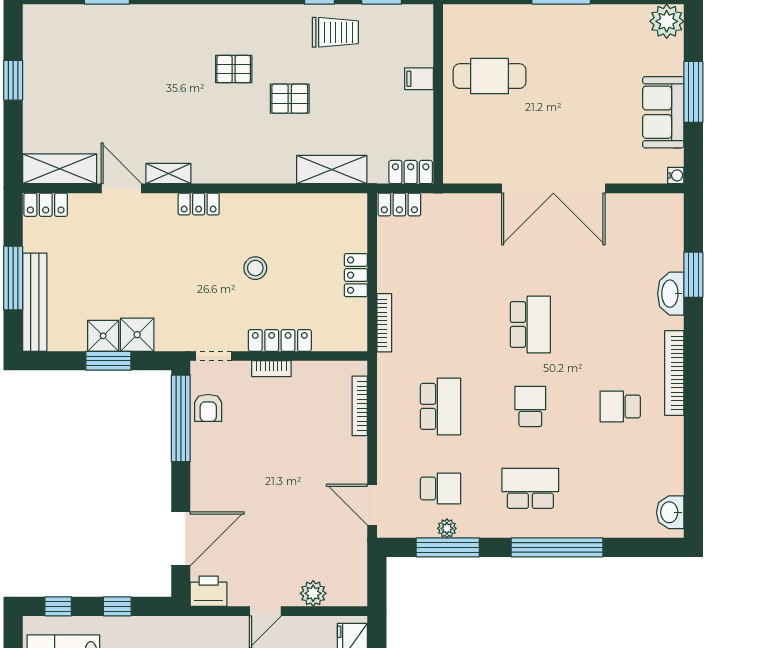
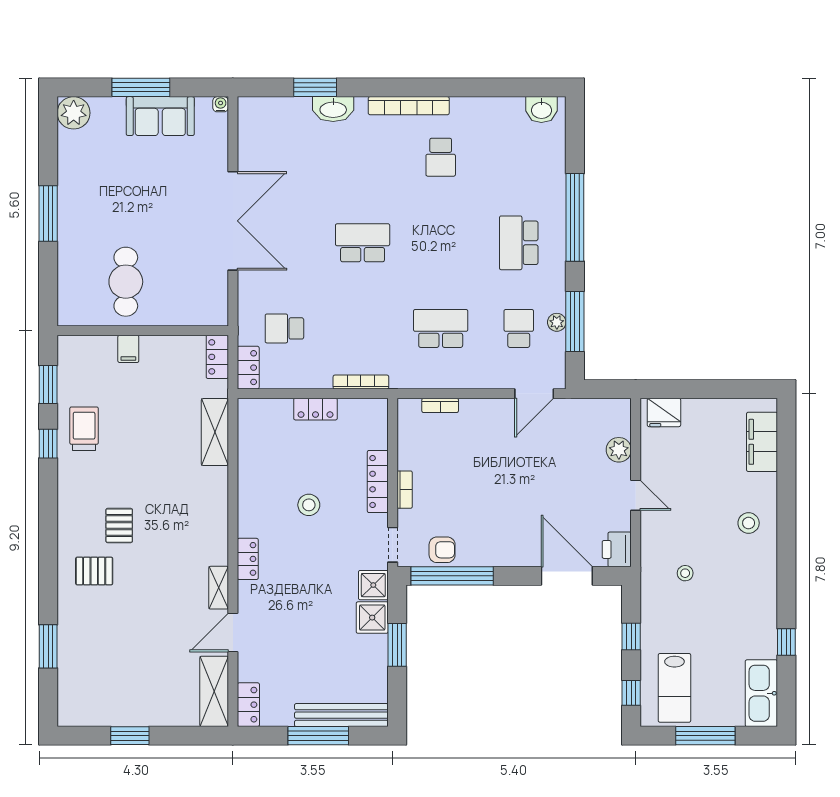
pallet: (290, 99) -> (94, 571), moved, turned 90
shower: (103, 336) -> (373, 585), moved
bookcase: (360, 406) -> (440, 405), width x0.64
school desk: (530, 406) -> (284, 328), moved

